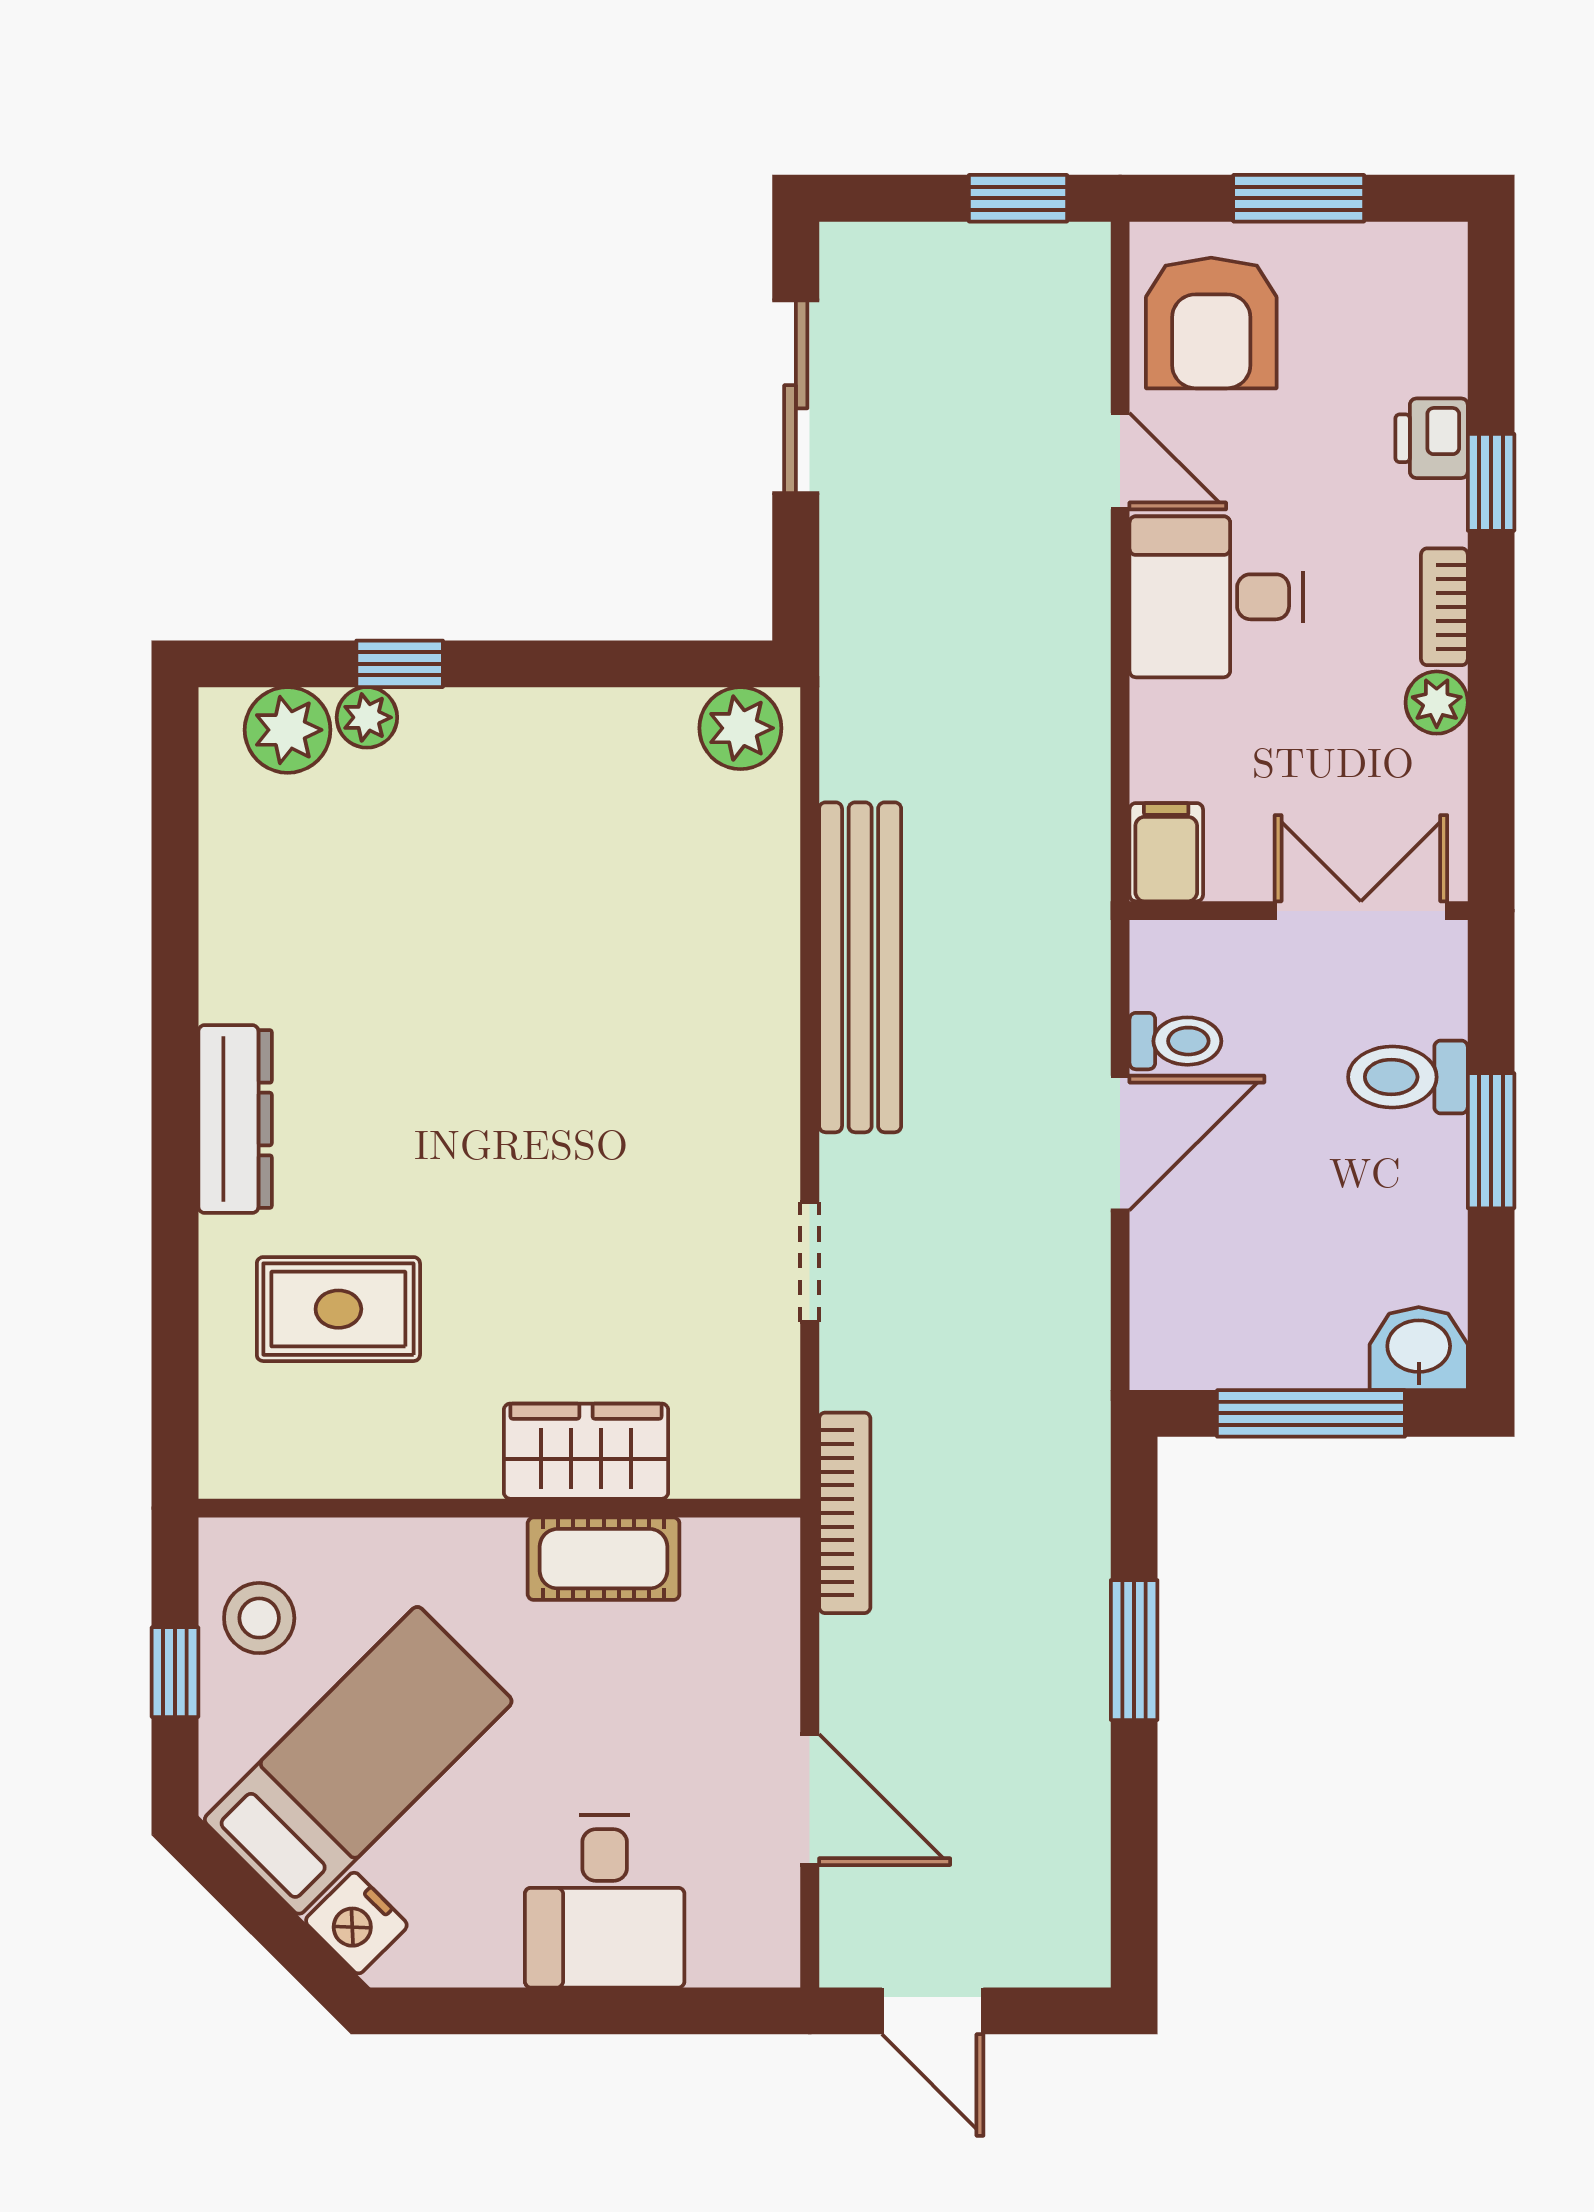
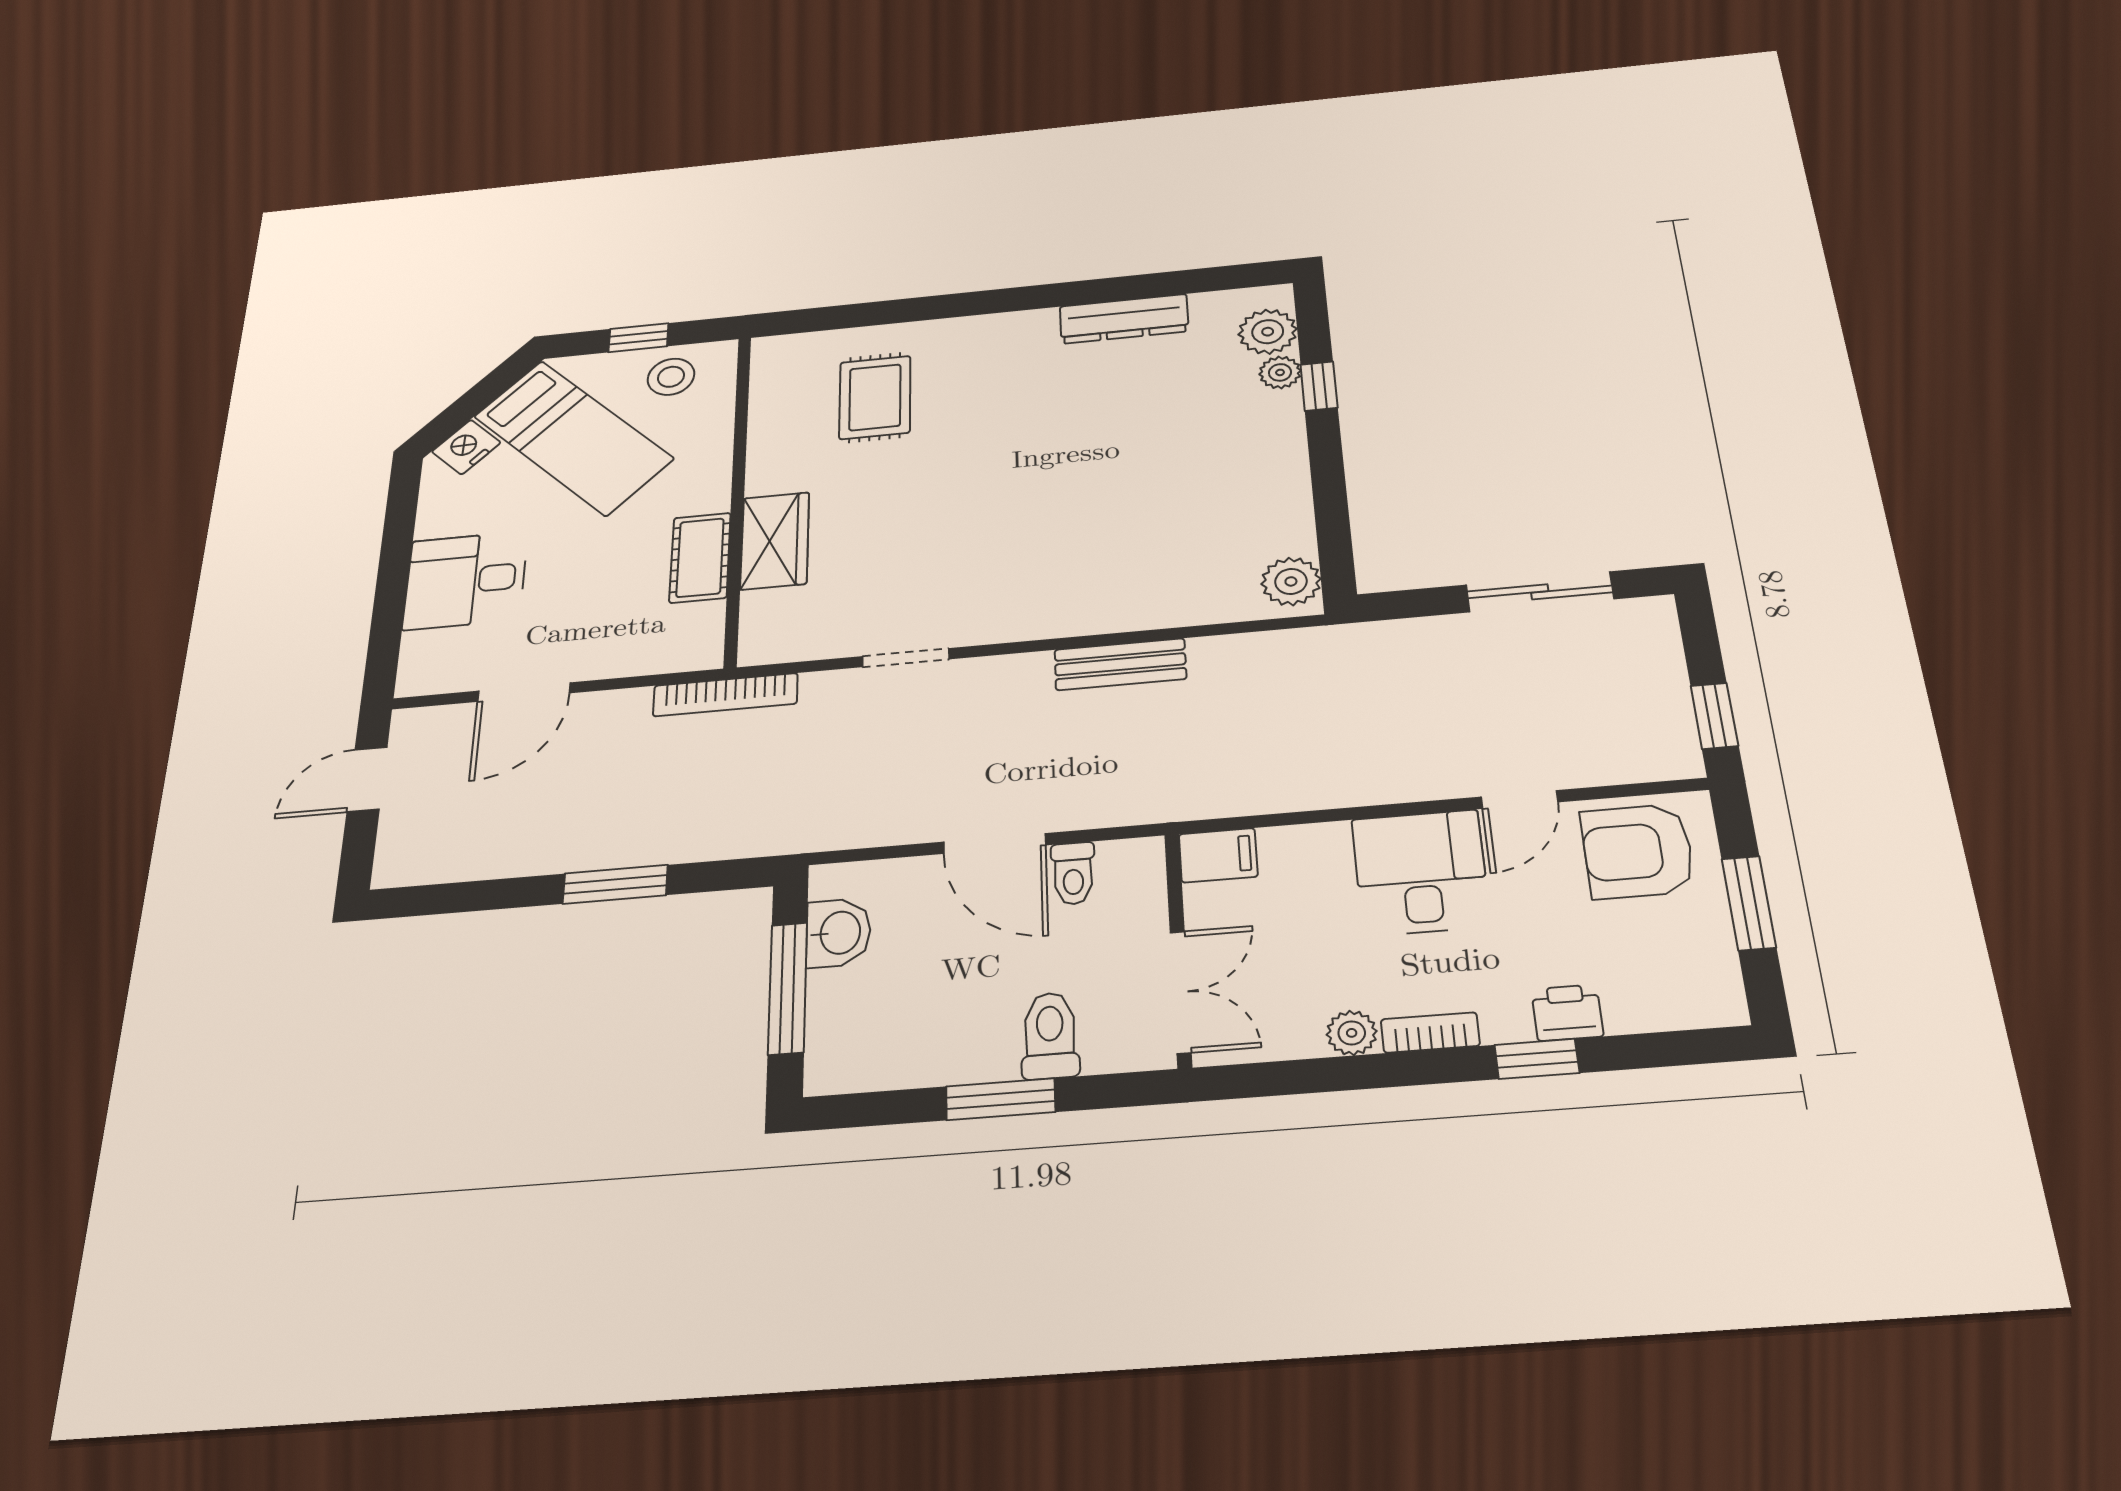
bench: (860, 967) -> (1120, 664), width x0.54, depth x0.82
dresser: (235, 1119) -> (1124, 319), moved
washbasin: (1419, 1349) -> (838, 933), moved

